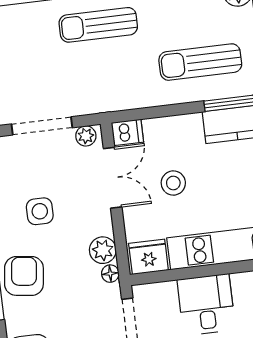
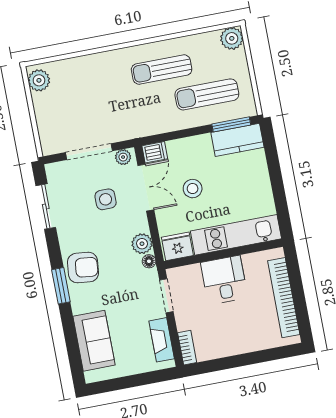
sun lounger: (98, 25) -> (162, 70), moved
side table: (40, 211) -> (106, 199), moved
armchair: (24, 276) -> (83, 268), turned 89

